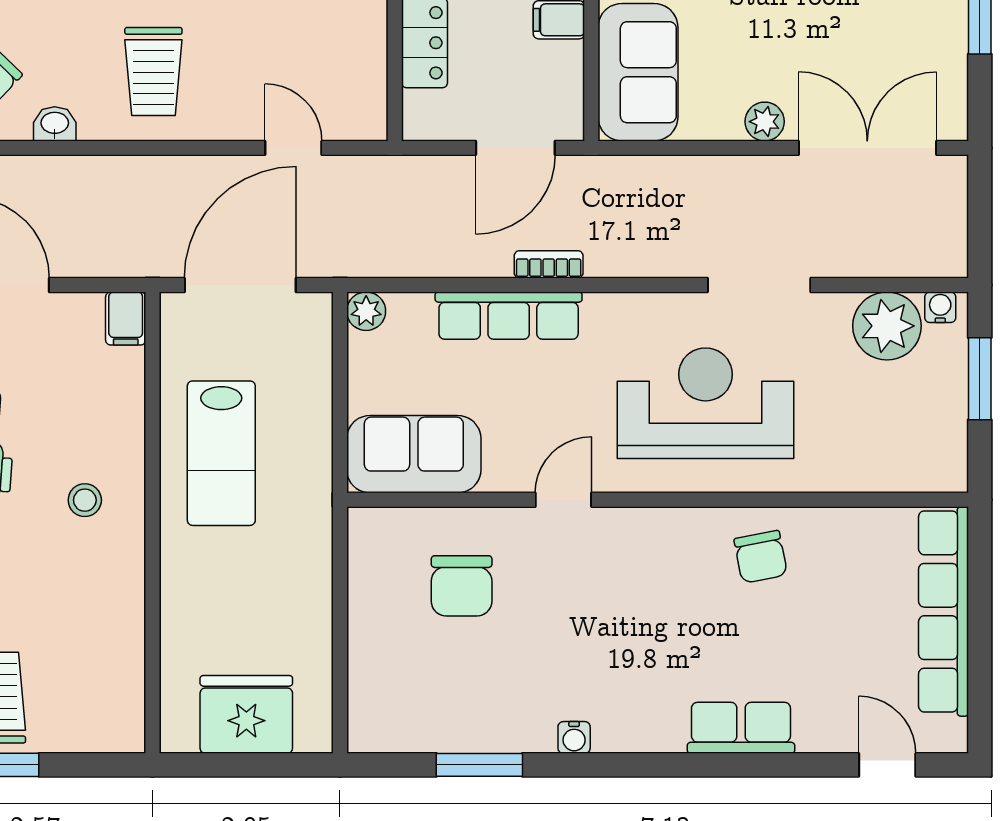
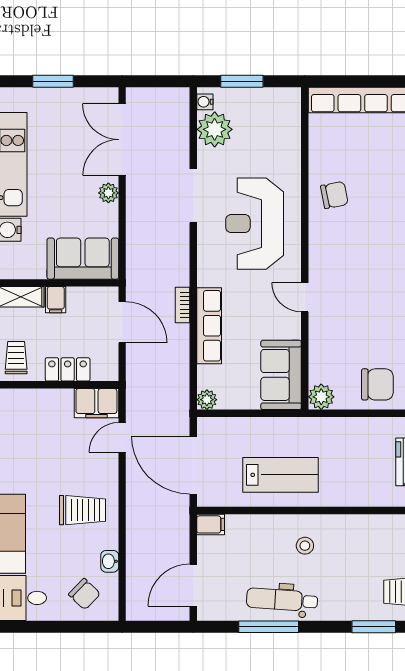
filing cabinet: (360, 98) -> (96, 403), added
plant: (372, 532) -> (321, 397), added
chair: (462, 586) -> (377, 384), moved

